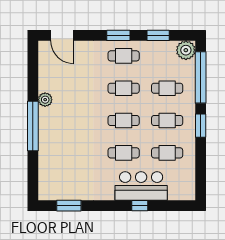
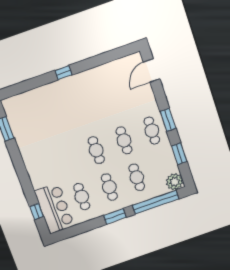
plant: (45, 100) -> (90, 75), removed
window: (33, 126) -> (63, 73), width x0.32
cafe table: (124, 153) -> (68, 160), removed
bar counter: (141, 186) -> (54, 208), moved
window: (140, 206) -> (37, 211), moved

